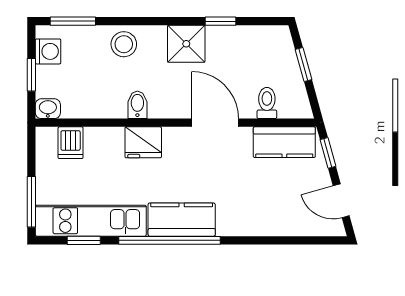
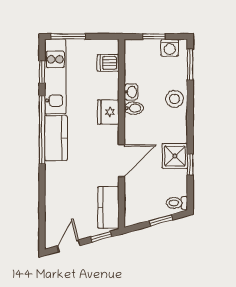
shower: (186, 44) -> (175, 156), moved
toilet: (267, 103) -> (177, 203), moved, turned 180
washbasin: (48, 109) -> (131, 92), moved

